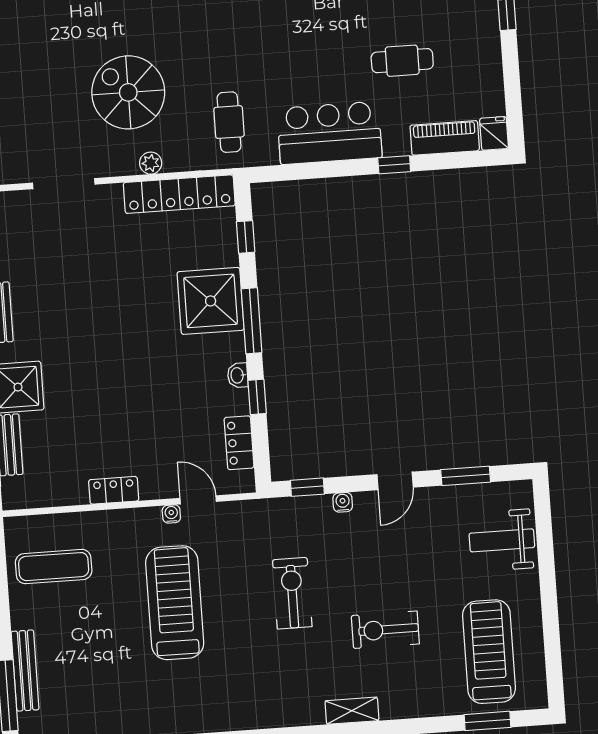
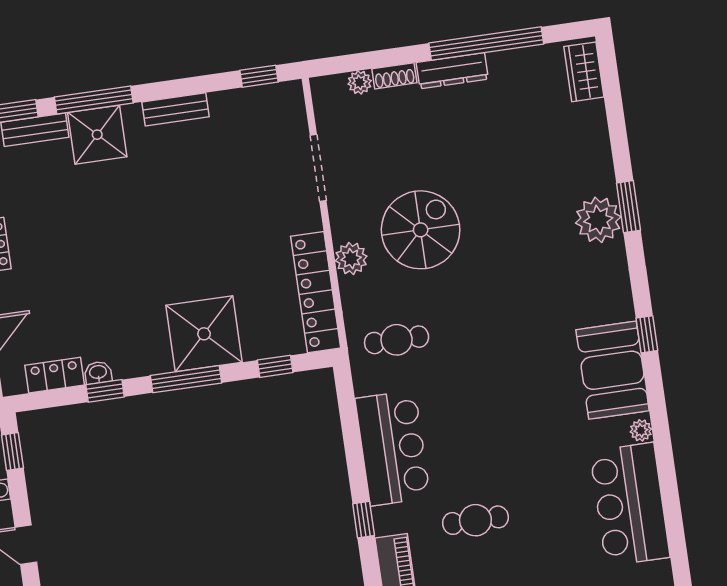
cafe table: (402, 61) -> (475, 520), turned 90
plant: (151, 163) -> (351, 259), width x1.38, depth x1.38
washbasin: (238, 375) -> (98, 373), moved

